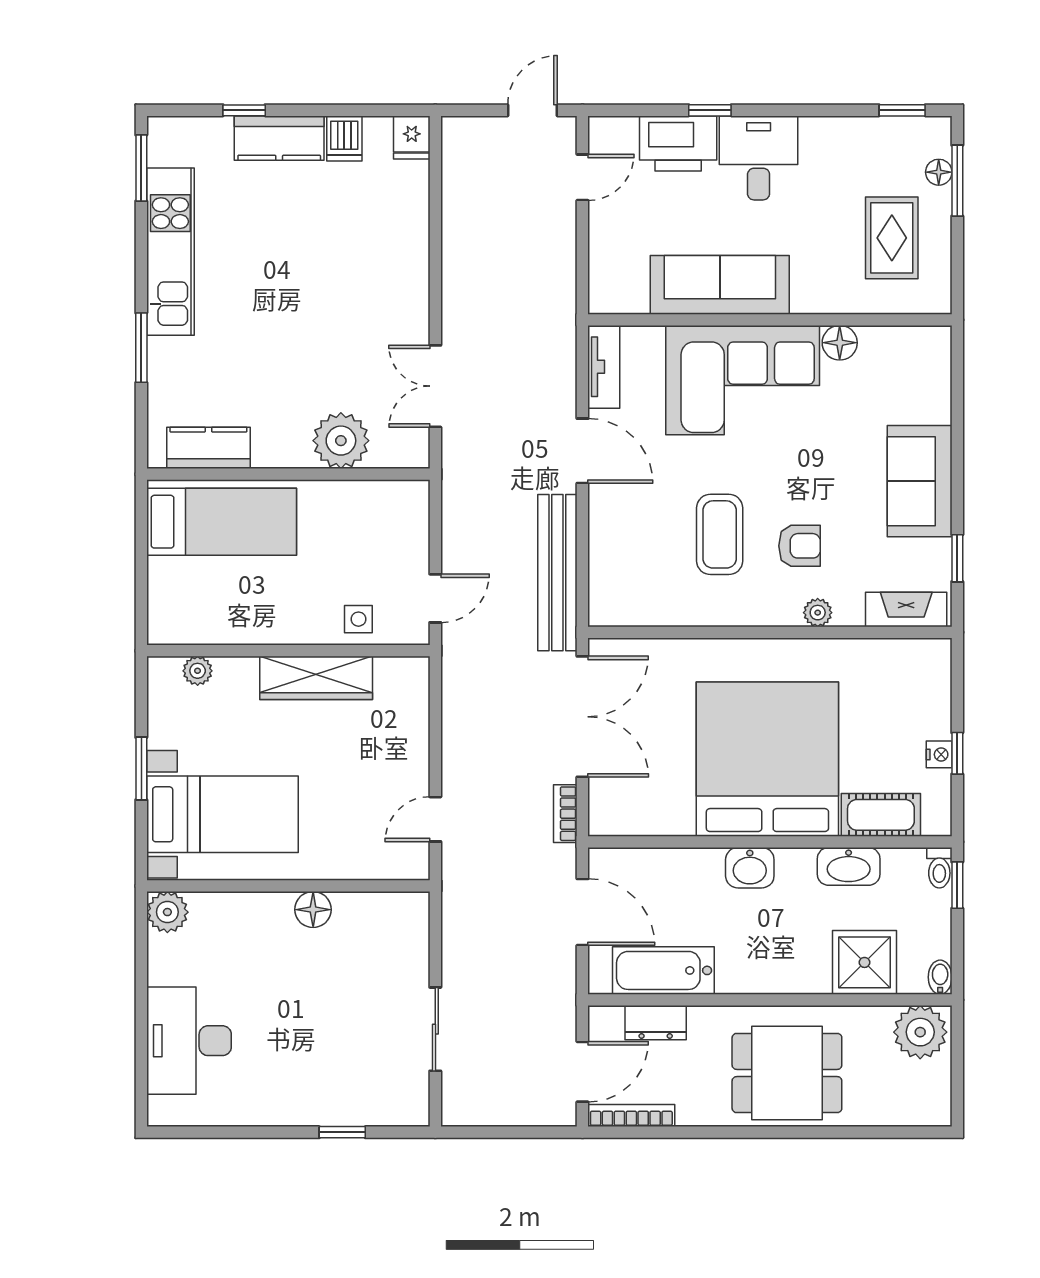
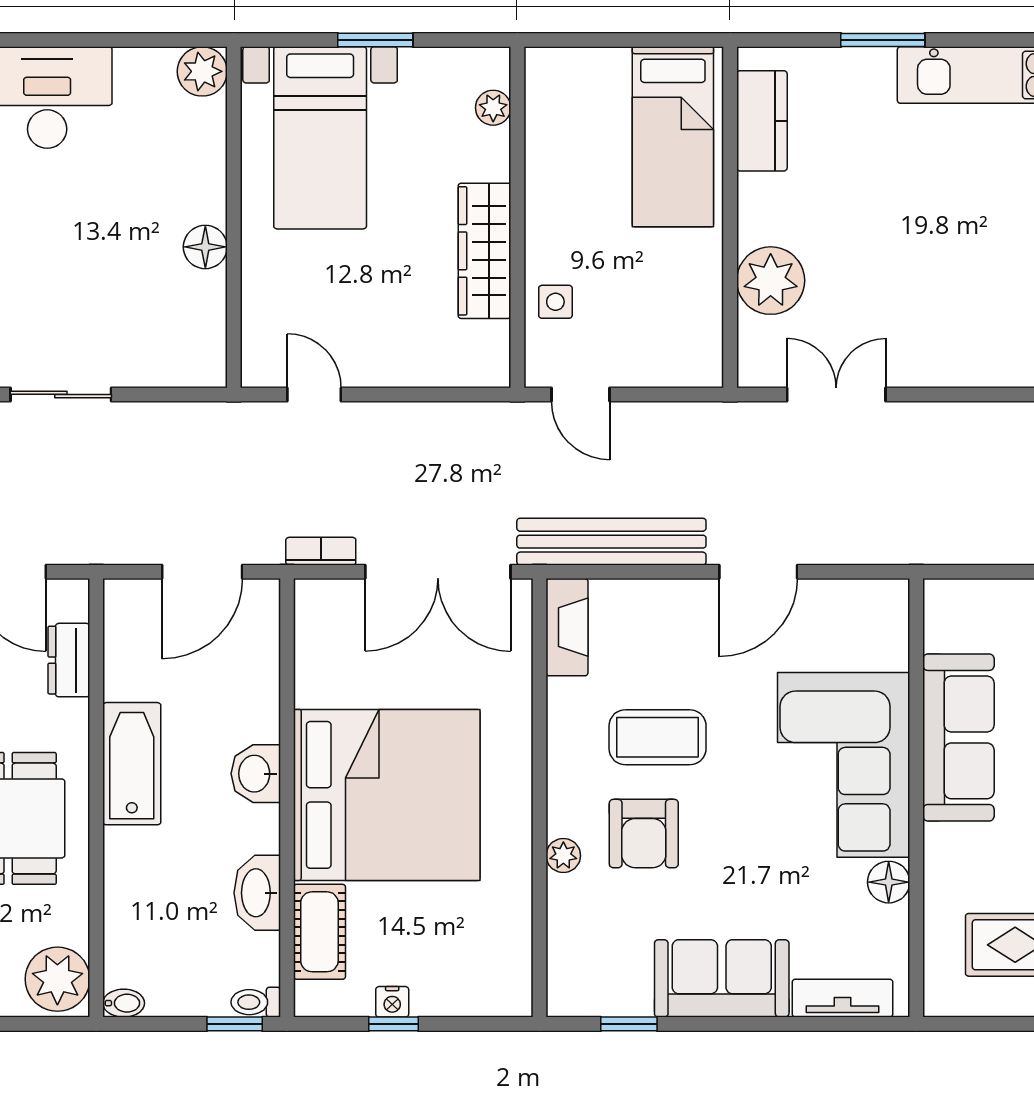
tv unit: (604, 367) -> (842, 998), moved, turned 180
armchair: (799, 546) -> (644, 834), width x1.38, depth x1.38
fireplace: (906, 609) -> (567, 627), moved
shower: (864, 962) -> (142, 912), removed
bathtub: (663, 970) -> (132, 764), moved

